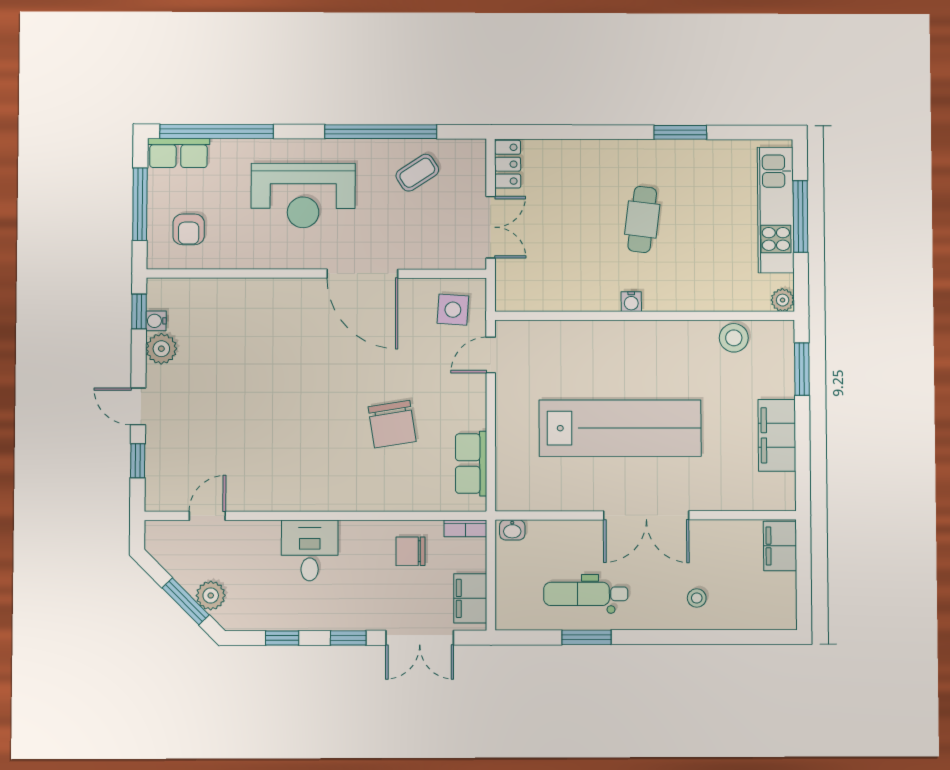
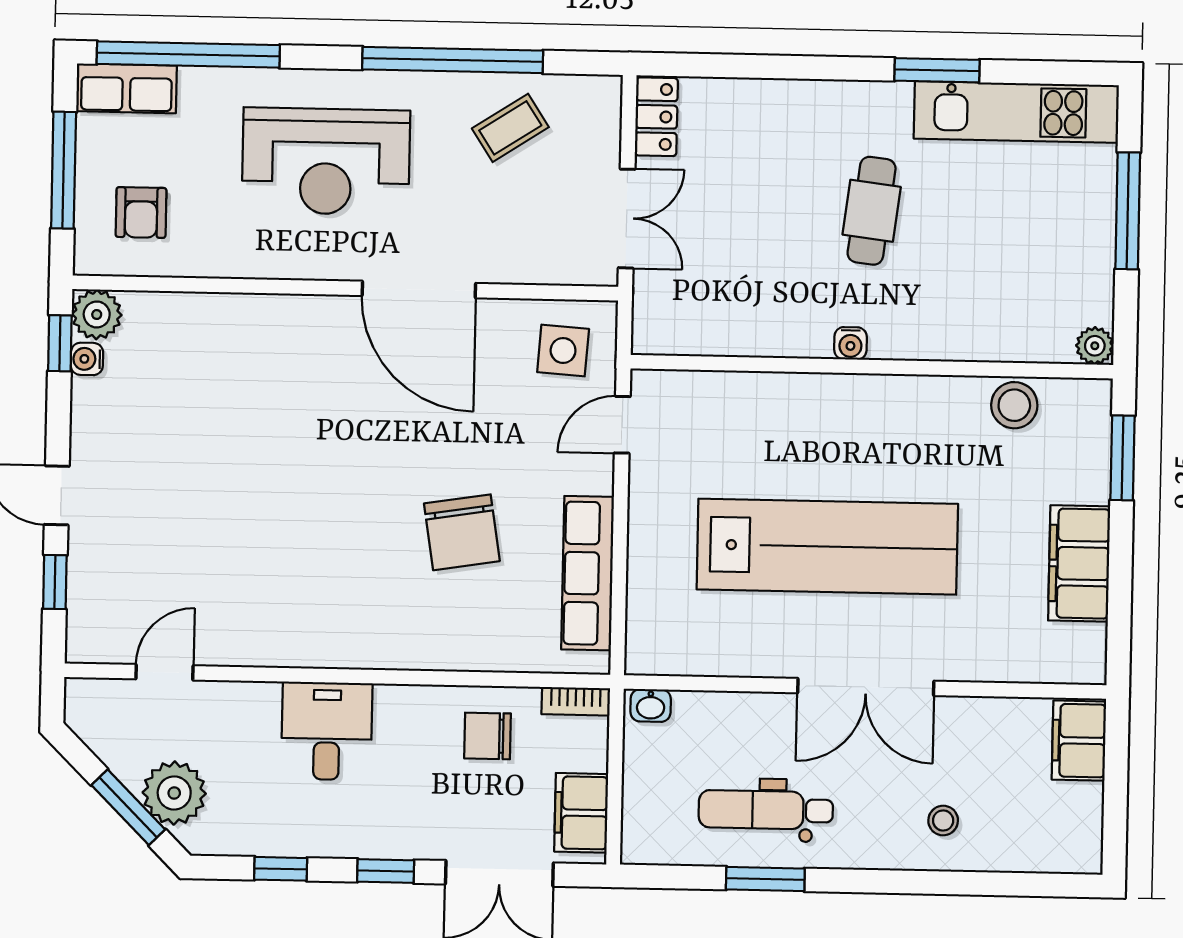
kitchen unit: (776, 210) -> (1016, 112), moved, turned -90
plant: (161, 349) -> (97, 314), moved
row of seats: (471, 464) -> (588, 573), width x1.48
plant: (211, 595) -> (174, 793), width x1.36, depth x1.36

